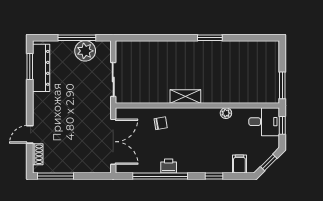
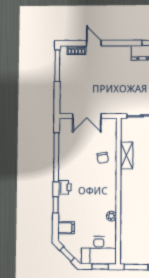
shelving: (185, 96) -> (127, 155), moved
desk: (264, 122) -> (99, 250), width x1.37
double door: (113, 142) -> (87, 116), width x0.73
printer: (169, 166) -> (65, 187), moved

